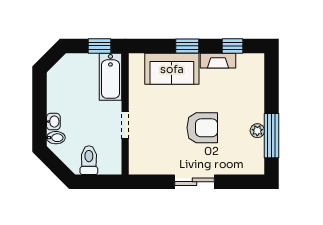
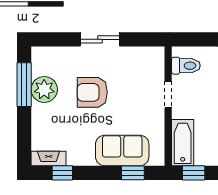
window: (187, 46) -> (133, 173), moved
fireplace: (218, 61) -> (49, 158), moved
plant: (257, 131) -> (44, 89), width x1.88, depth x1.88
toilet: (89, 160) -> (186, 66), moved, turned -90

